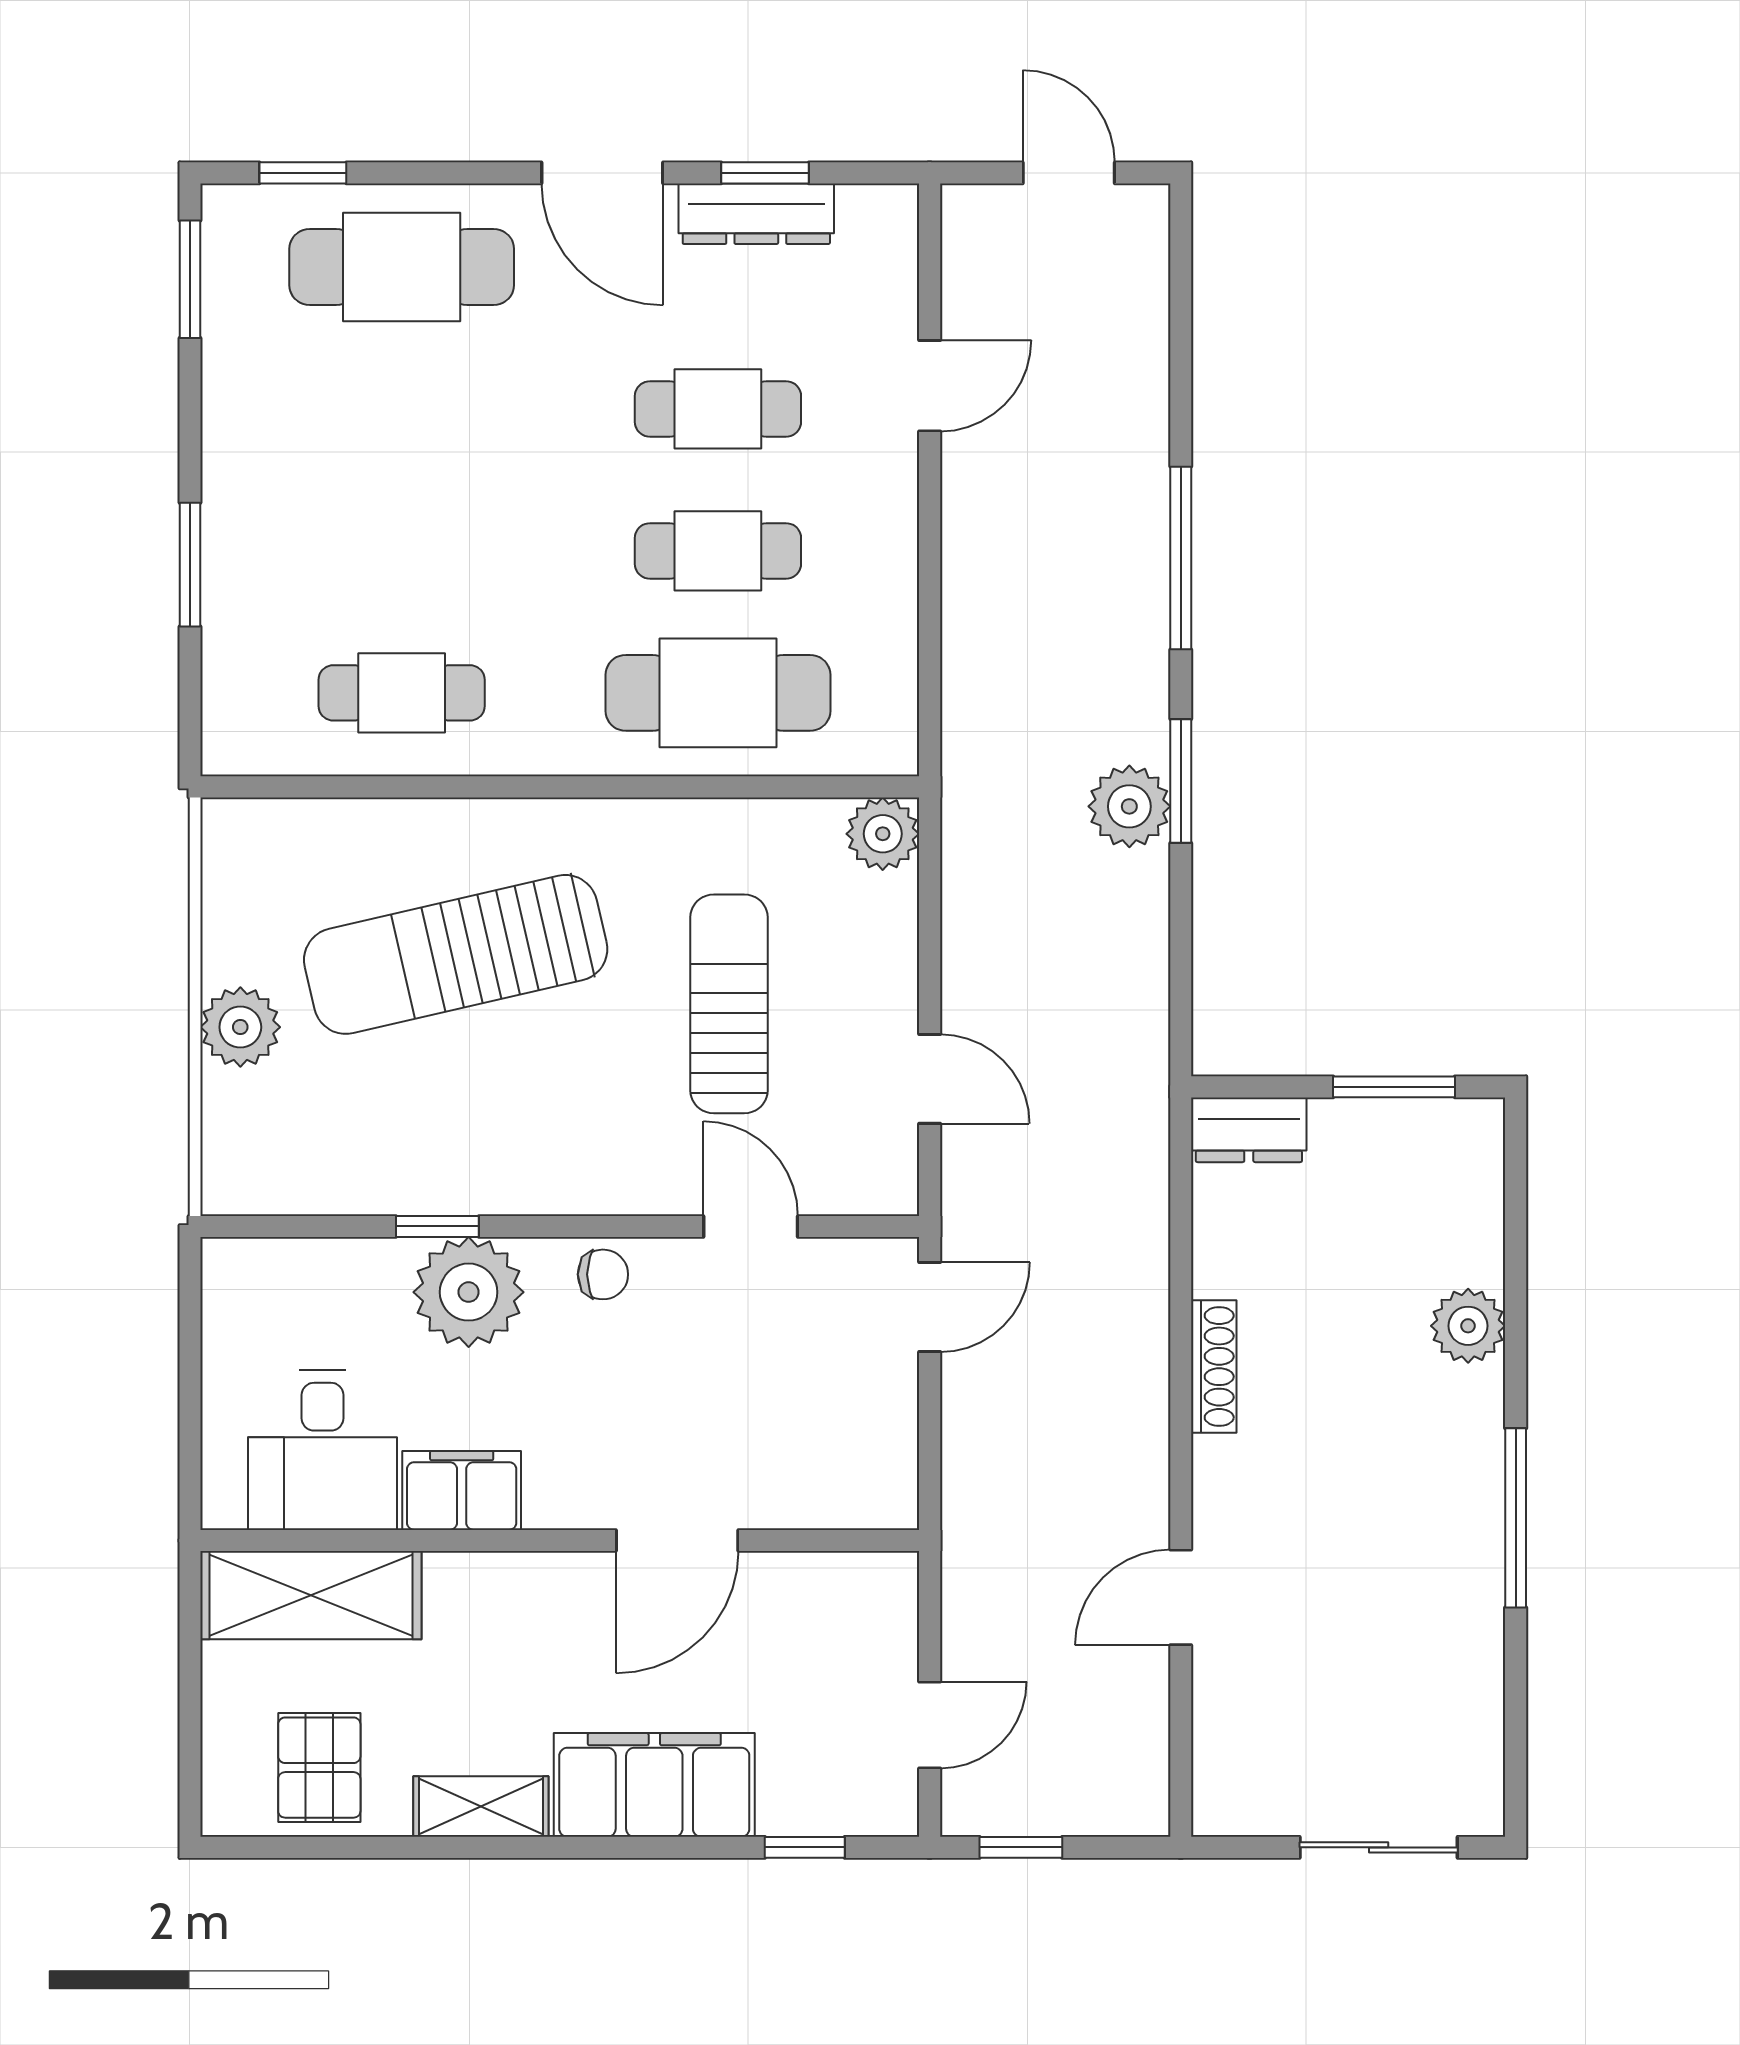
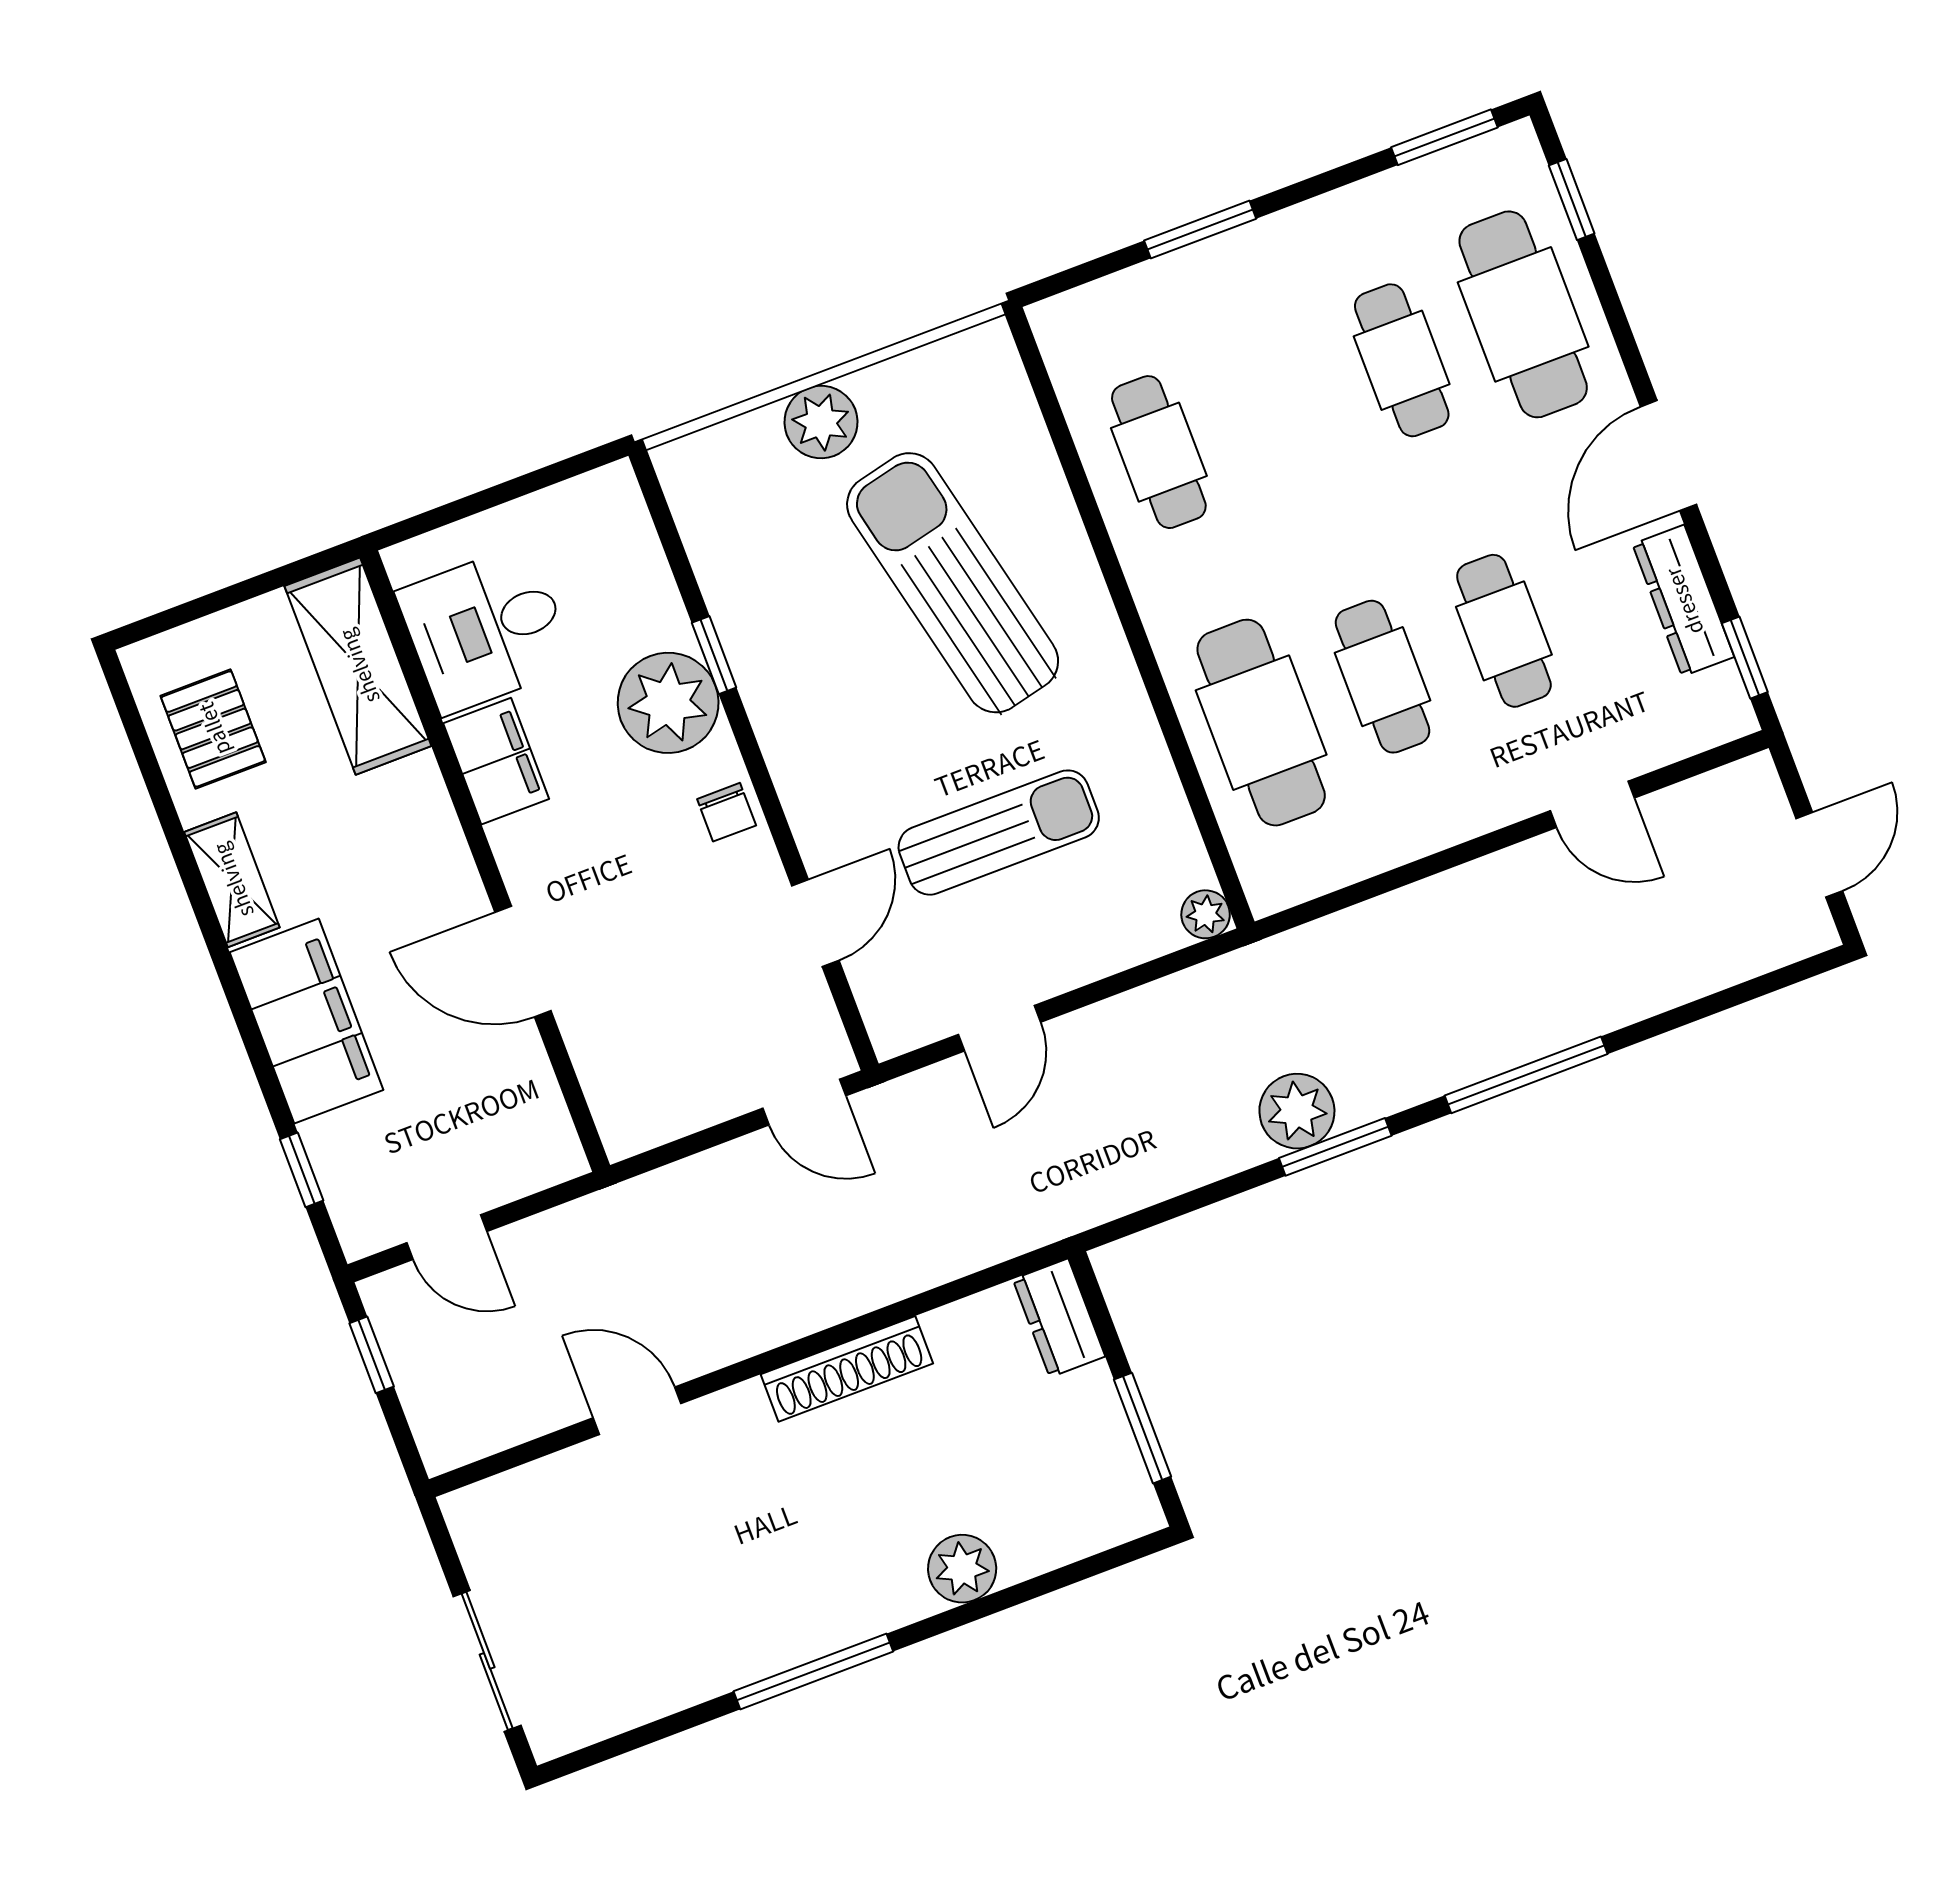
window: (765, 173) -> (1745, 658), moved
cafe table: (402, 409) -> (1402, 360), added
plant: (883, 834) -> (1206, 914), width x0.73, depth x0.73
shoe rack: (1214, 1367) -> (847, 1369), width x1.36, depth x1.24
pallet: (319, 1768) -> (213, 729), turned 90

